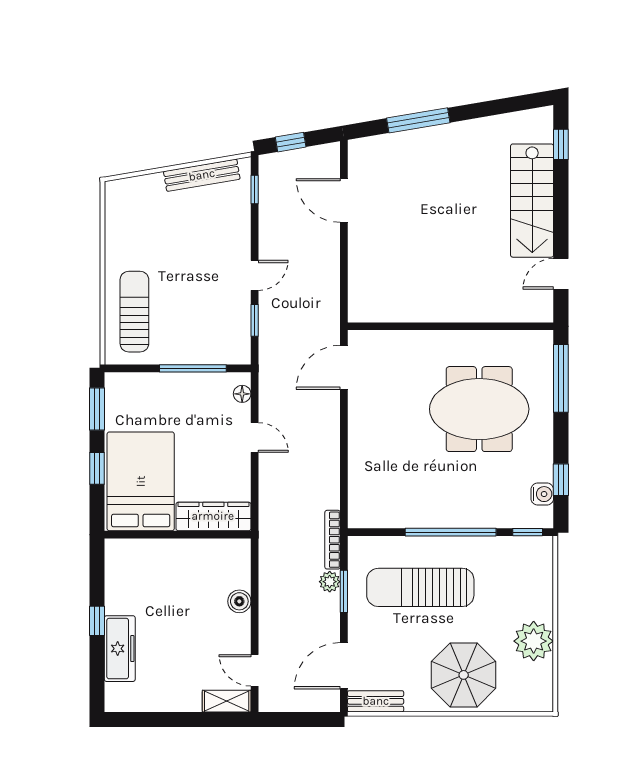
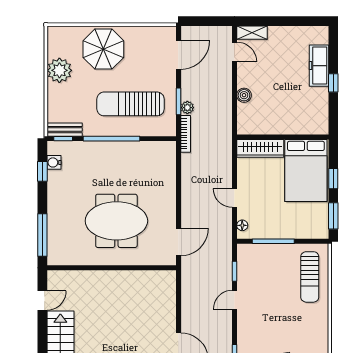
meeting table: (479, 409) -> (116, 221), moved
sun lounger: (420, 587) -> (131, 104), turned 180
bench: (376, 701) -> (65, 130), moved

